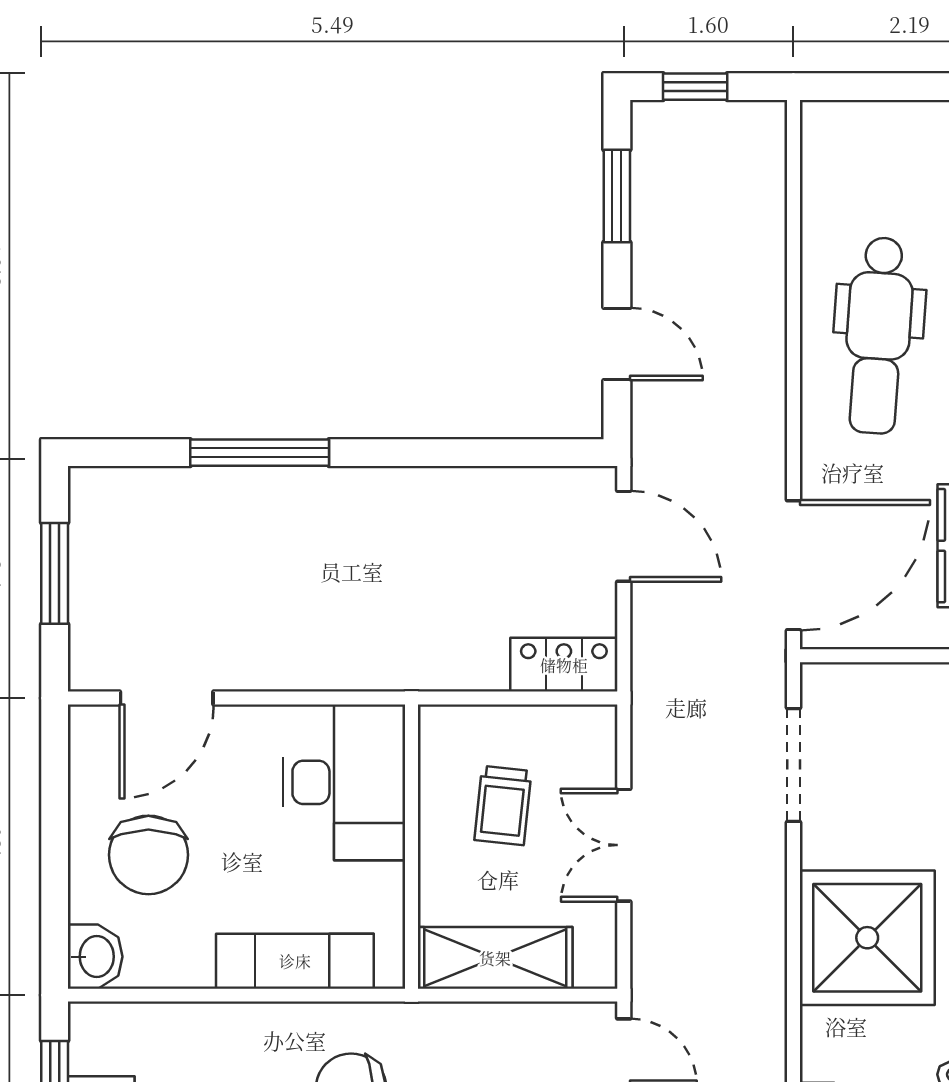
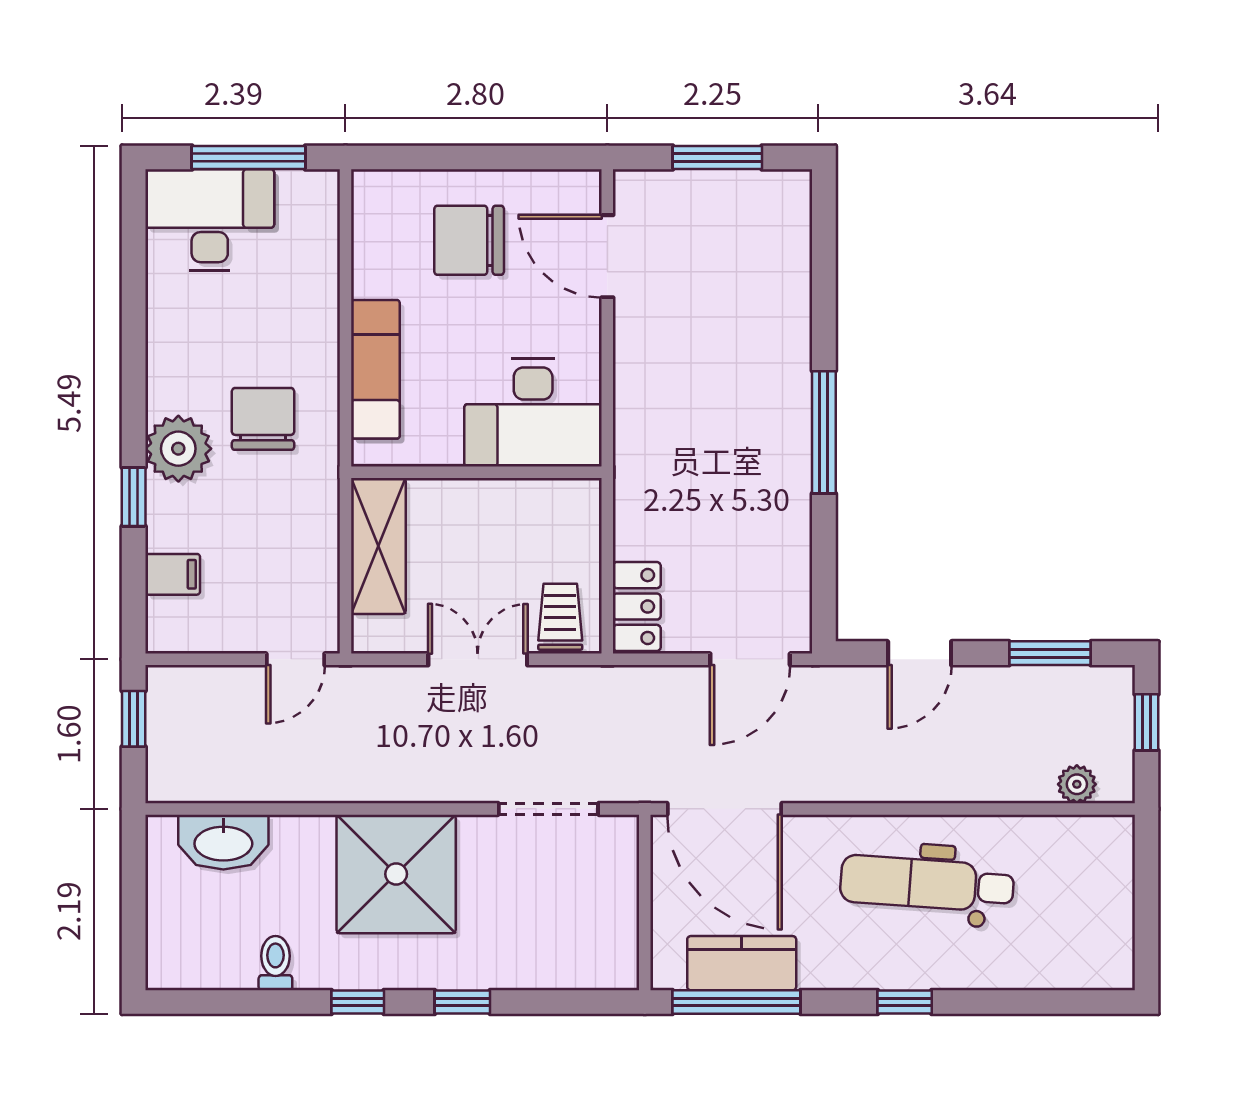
plant: (765, 166) -> (1077, 784), added
window: (260, 453) -> (824, 432), moved
trolley: (503, 806) -> (560, 617), moved, turned 84
washbasin: (95, 957) -> (379, 193), removed

